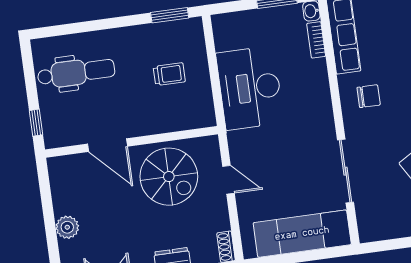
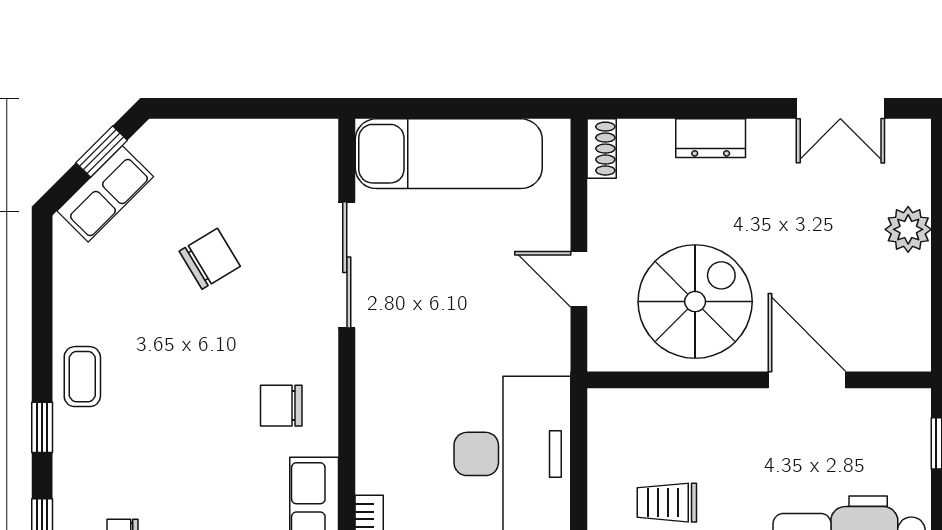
spiral stairs: (169, 177) -> (695, 302), turned 90

